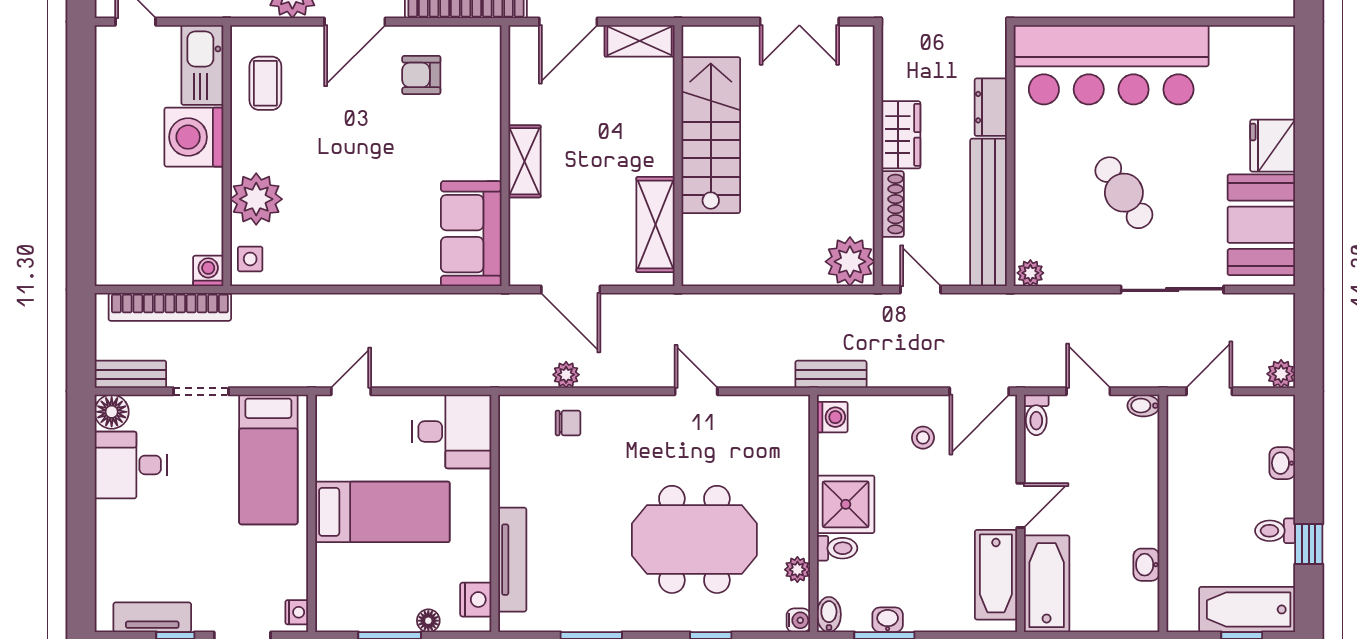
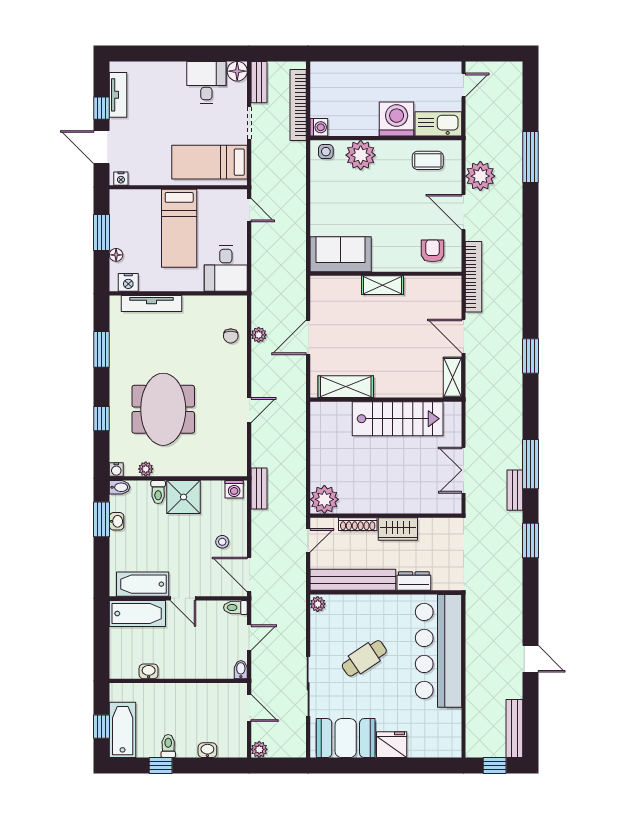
wall: (505, 156) -> (386, 274), moved
shelving: (525, 161) -> (382, 285), moved
sofa: (471, 234) -> (341, 254), moved

